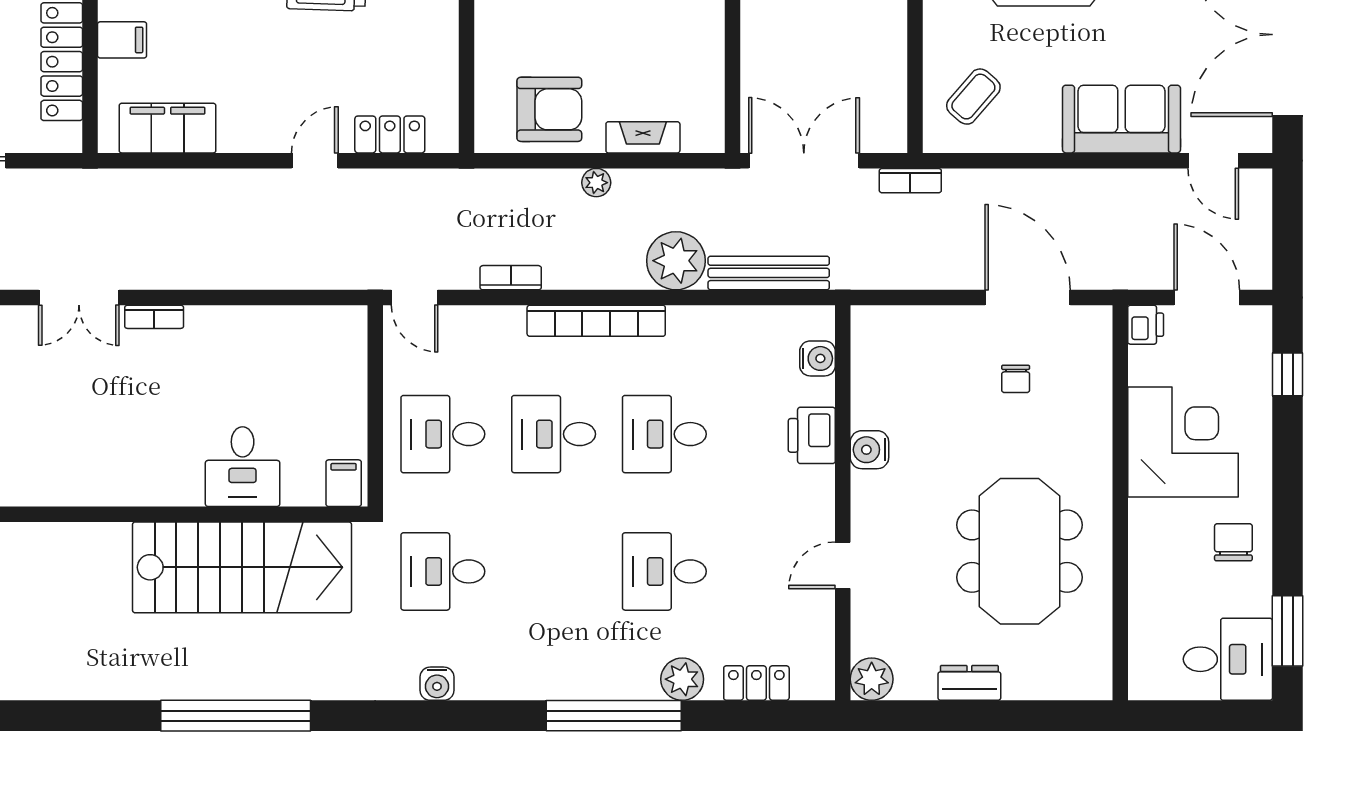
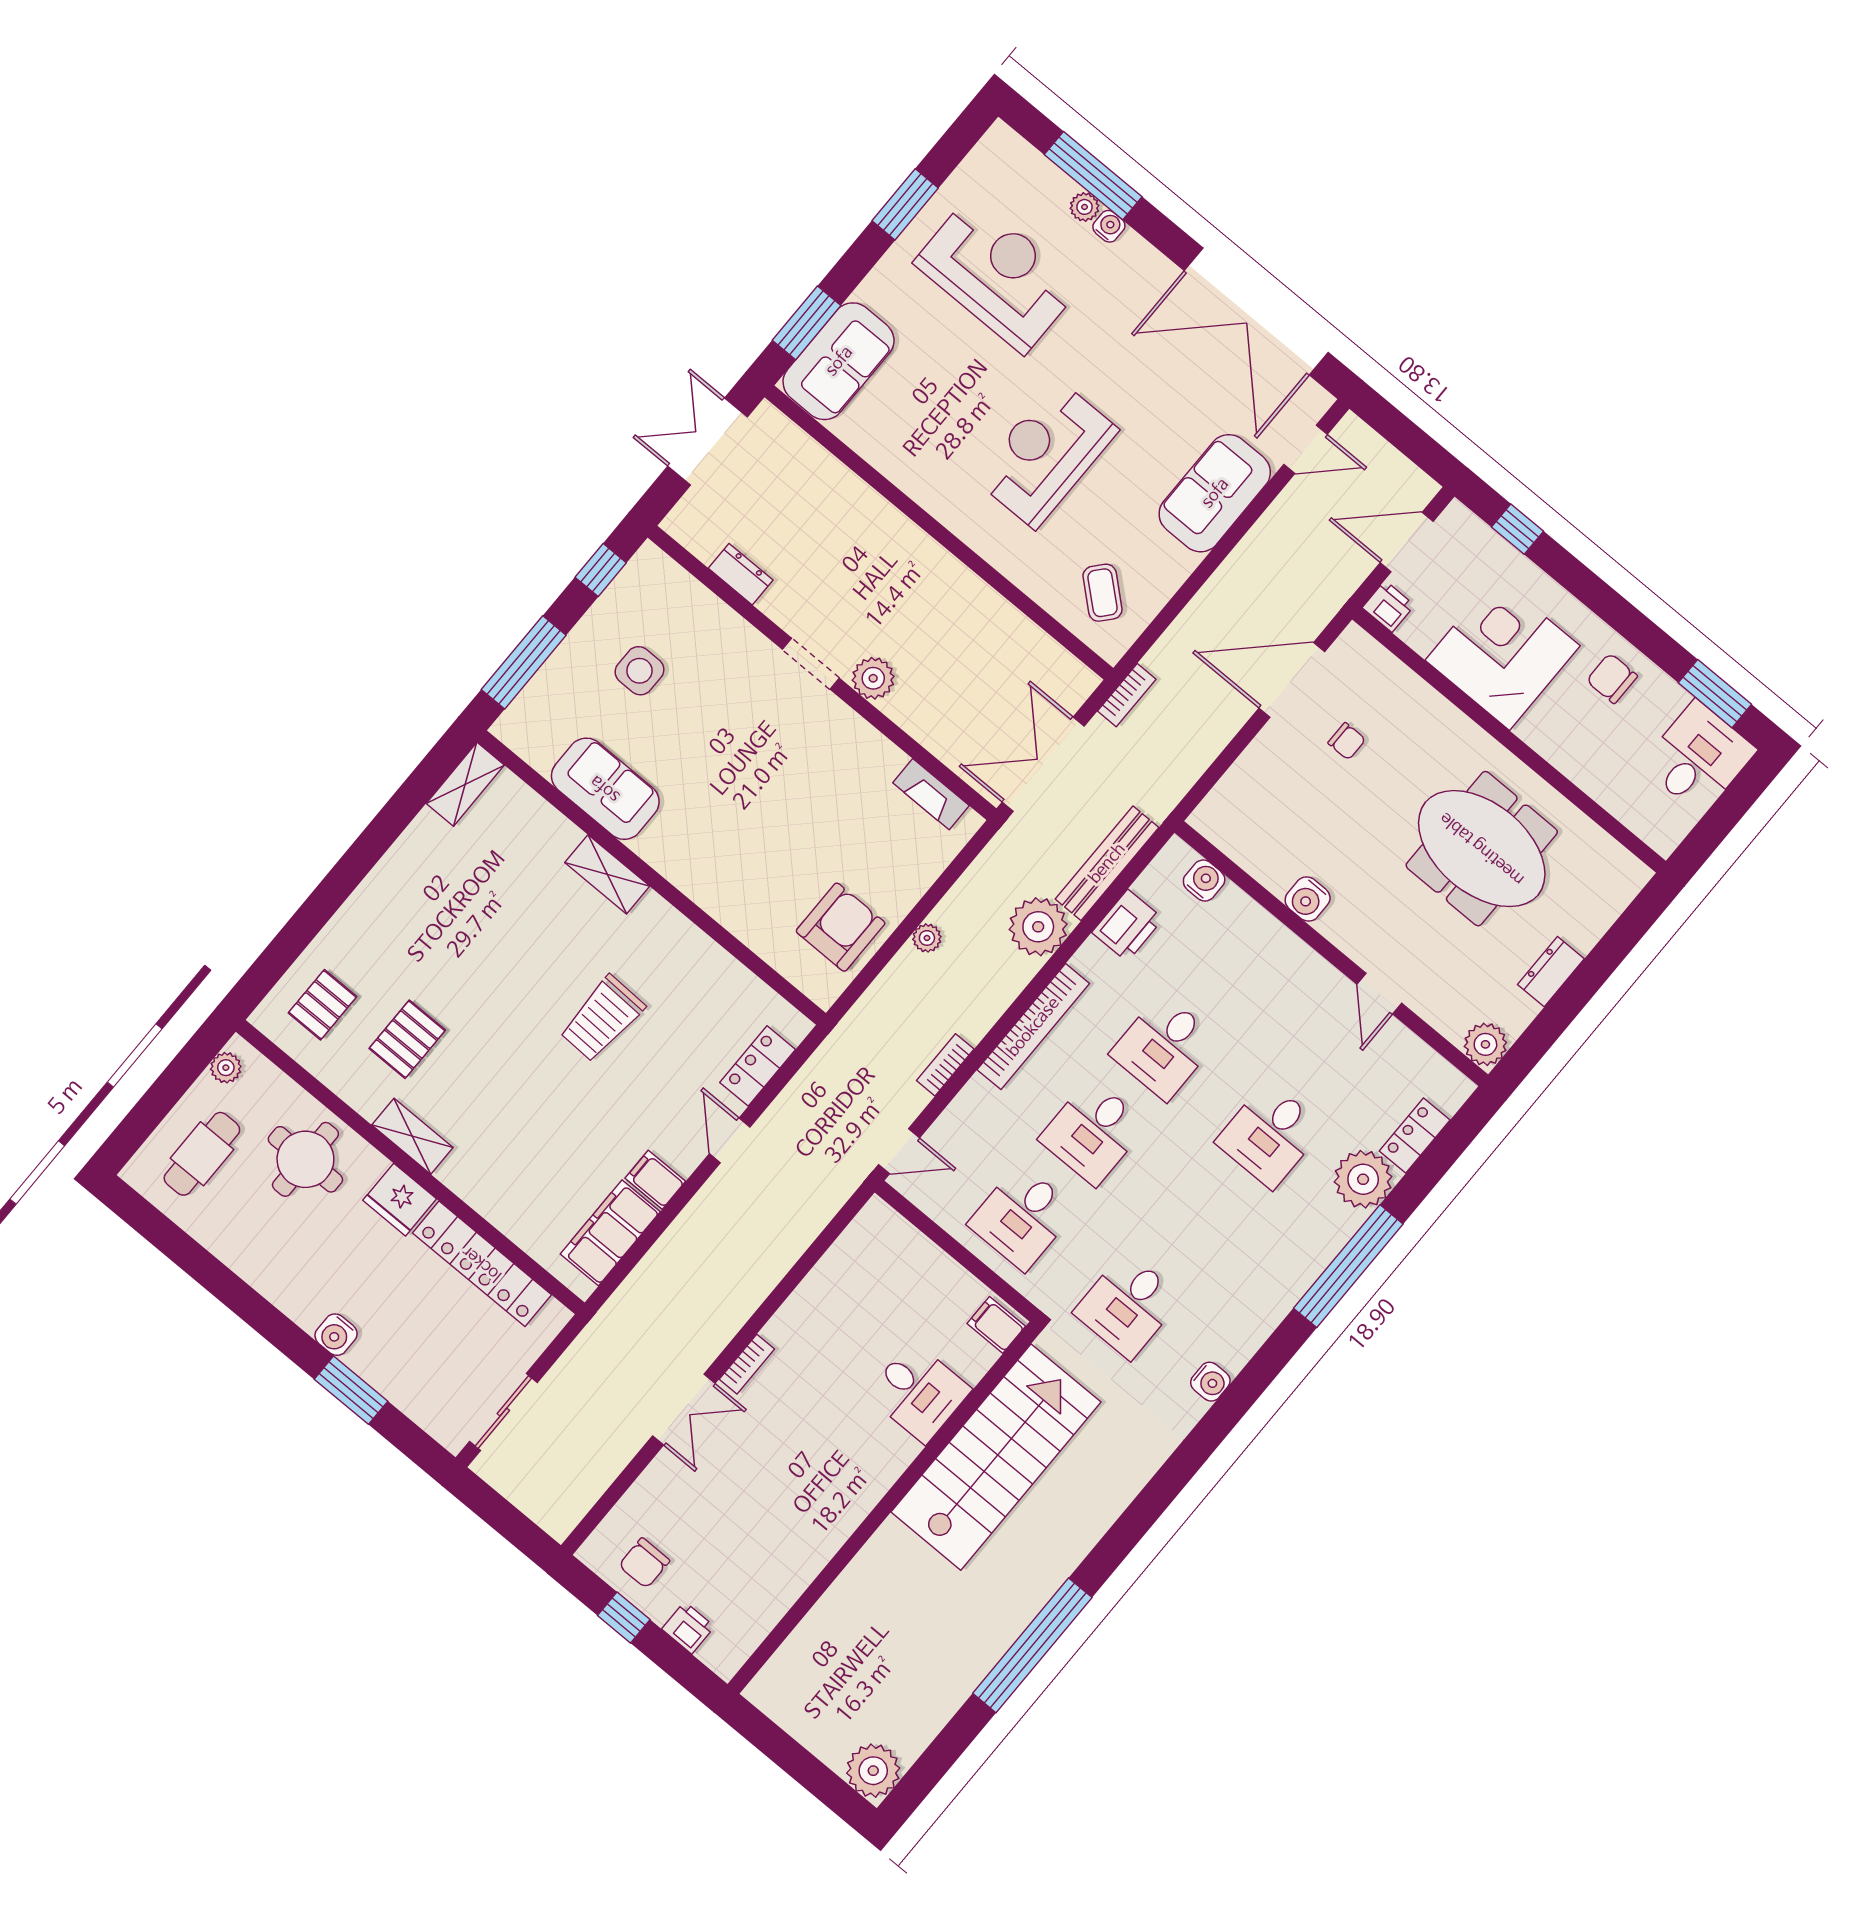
filing cabinet: (122, 40) -> (655, 1180), moved, turned -90
fireplace: (643, 137) -> (931, 794), moved, turned -90
printer: (812, 435) -> (1128, 925), moved, turned -90
plant: (682, 679) -> (1363, 1179), width x1.36, depth x1.36
window: (236, 716) -> (1032, 1645), moved

